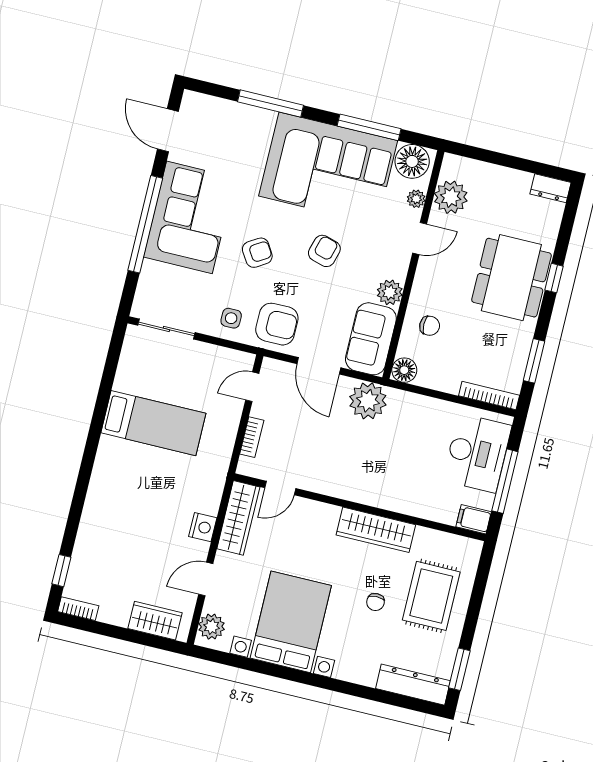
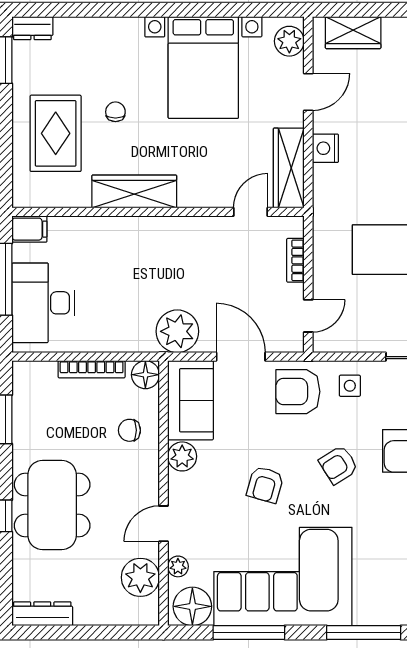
dresser: (550, 188) -> (42, 614), width x1.44
bookcase: (489, 396) -> (92, 369), moved
dresser: (413, 685) -> (32, 28), width x0.51, depth x0.80

